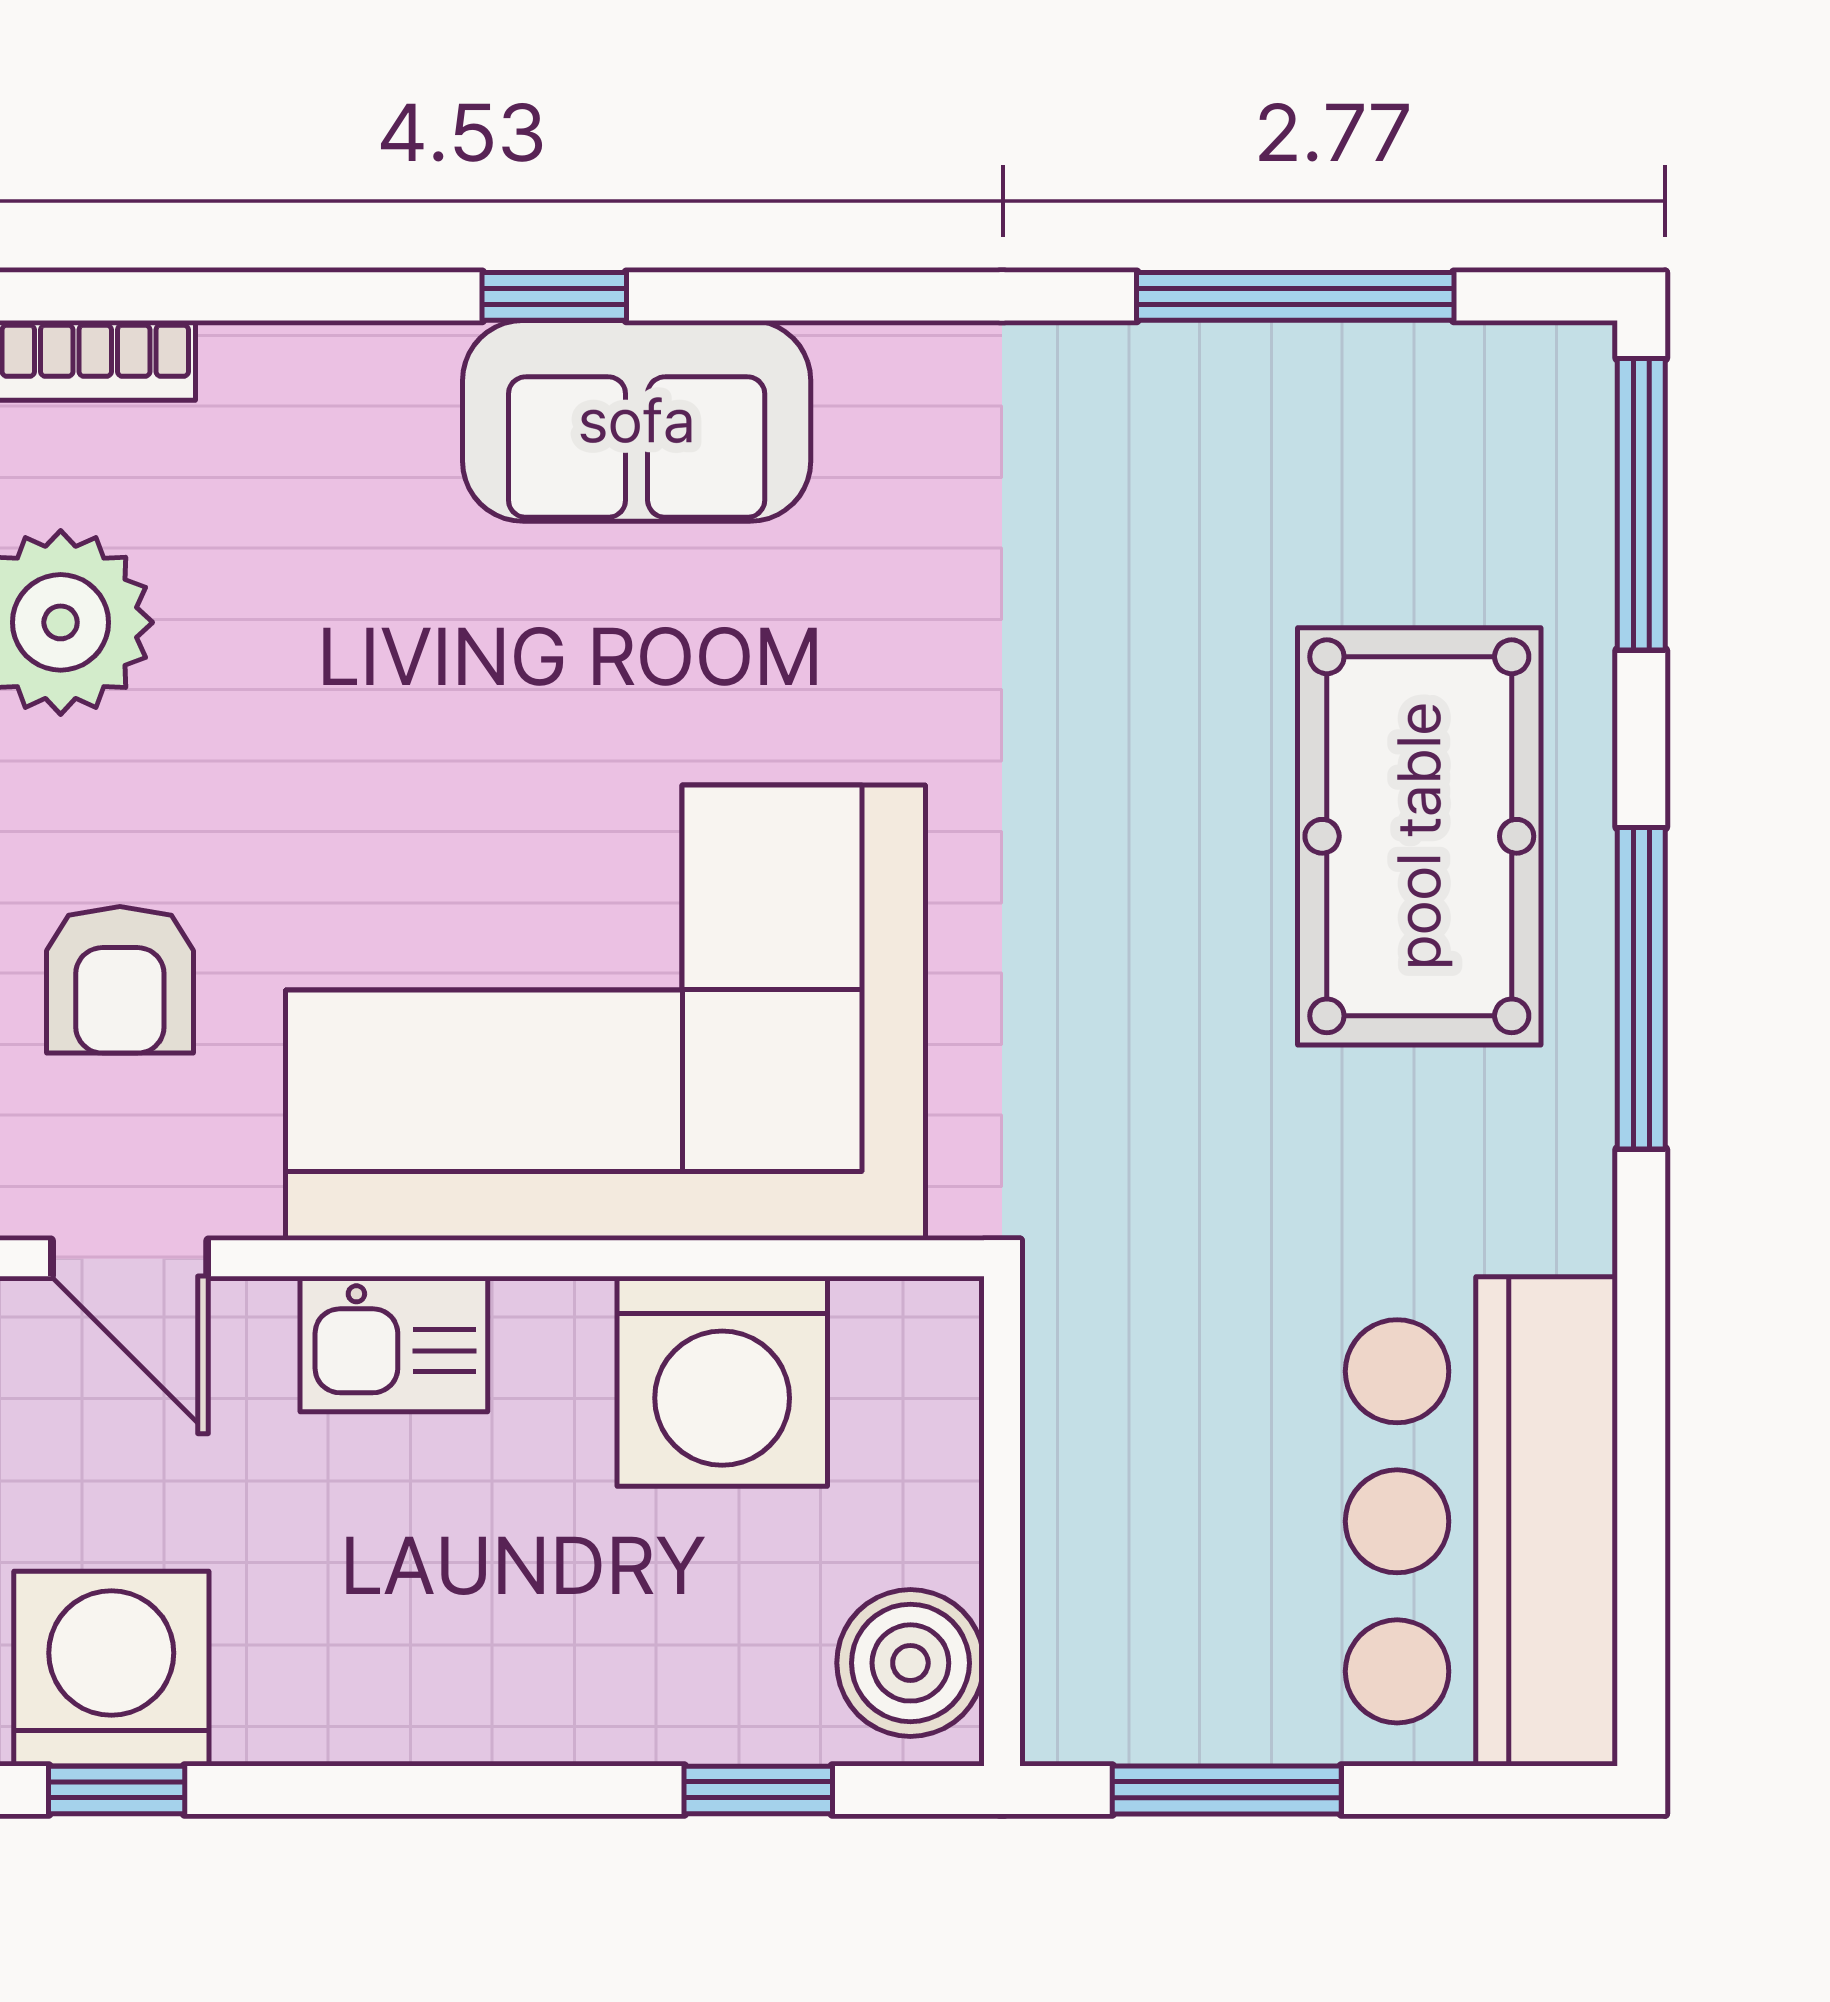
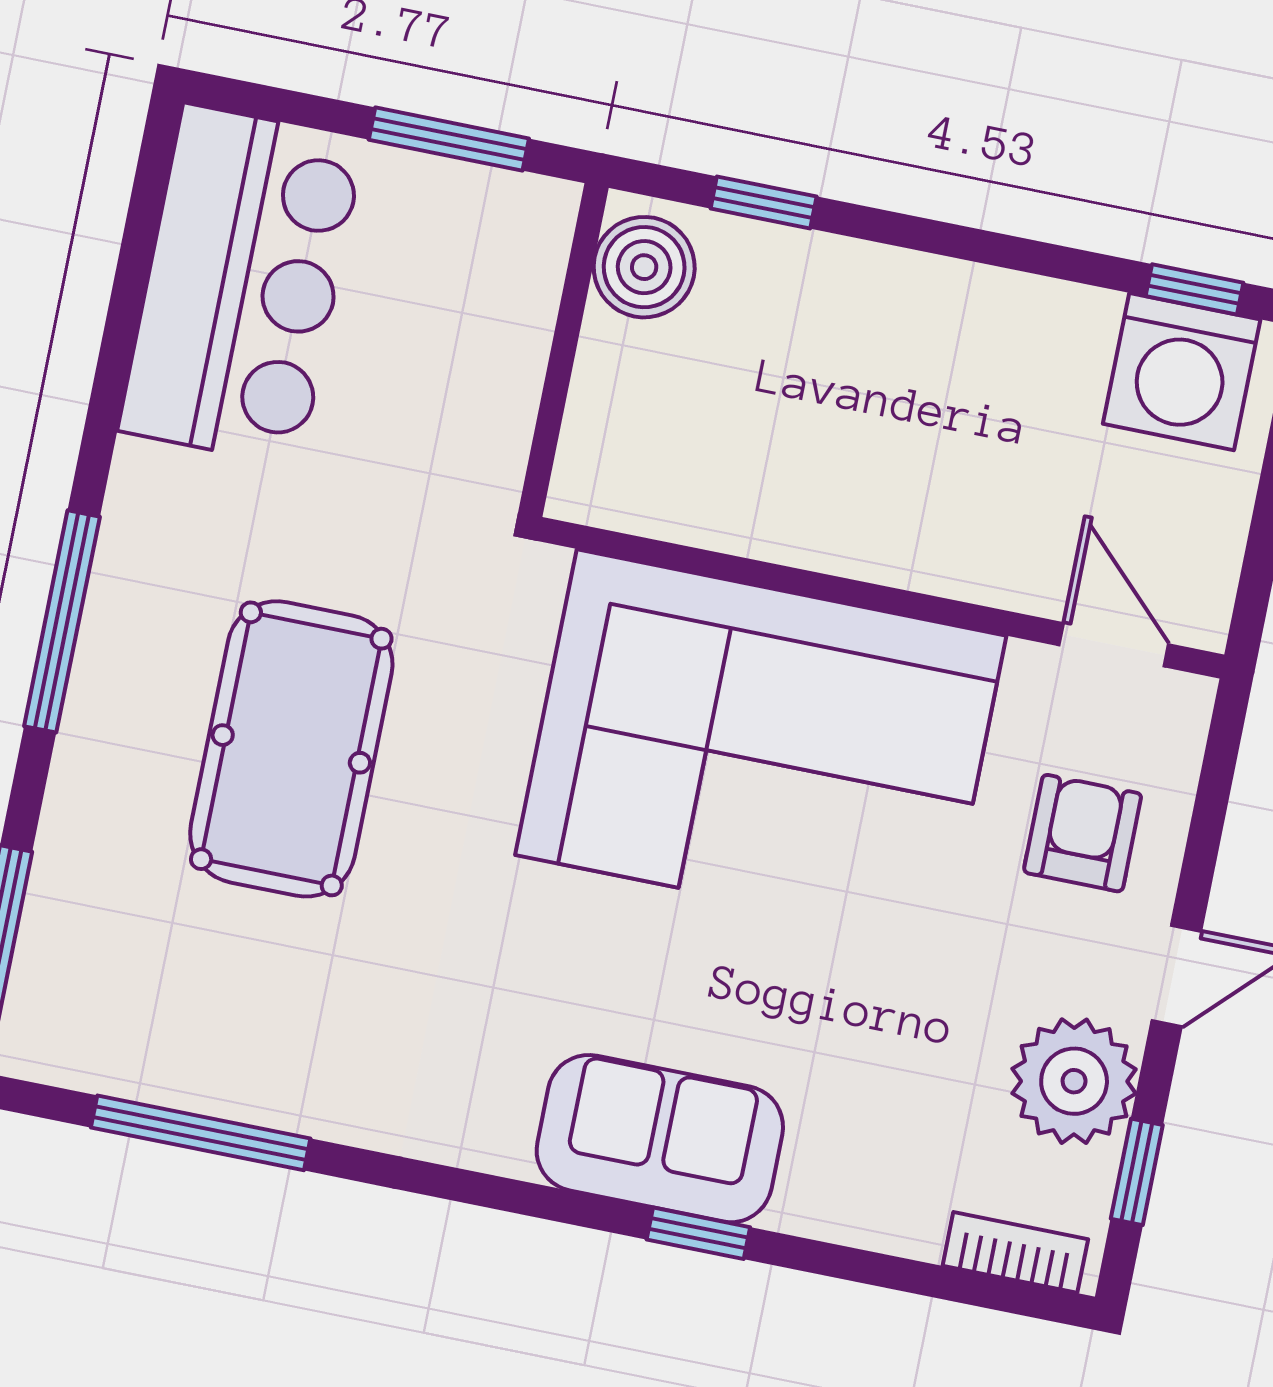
pool table: (1419, 836) -> (291, 749), moved
kitchen sink: (394, 1344) -> (948, 551), removed
washing machine: (722, 1381) -> (732, 482), removed

